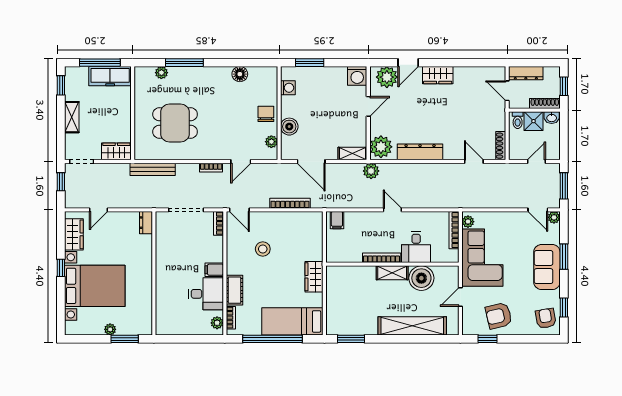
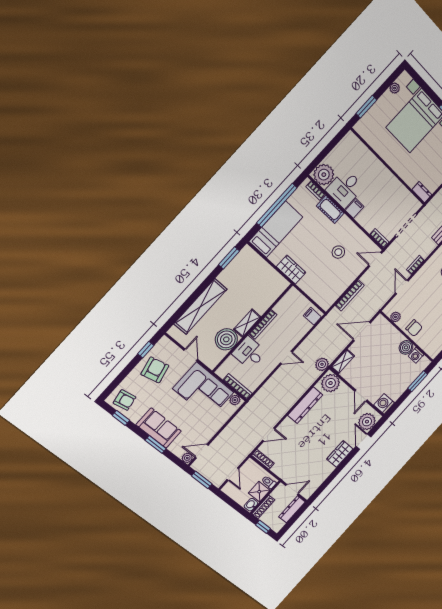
boiler: (289, 127) -> (406, 347), moved
plant: (217, 323) -> (324, 175), width x1.88, depth x1.88
plant: (110, 329) -> (395, 88), moved

